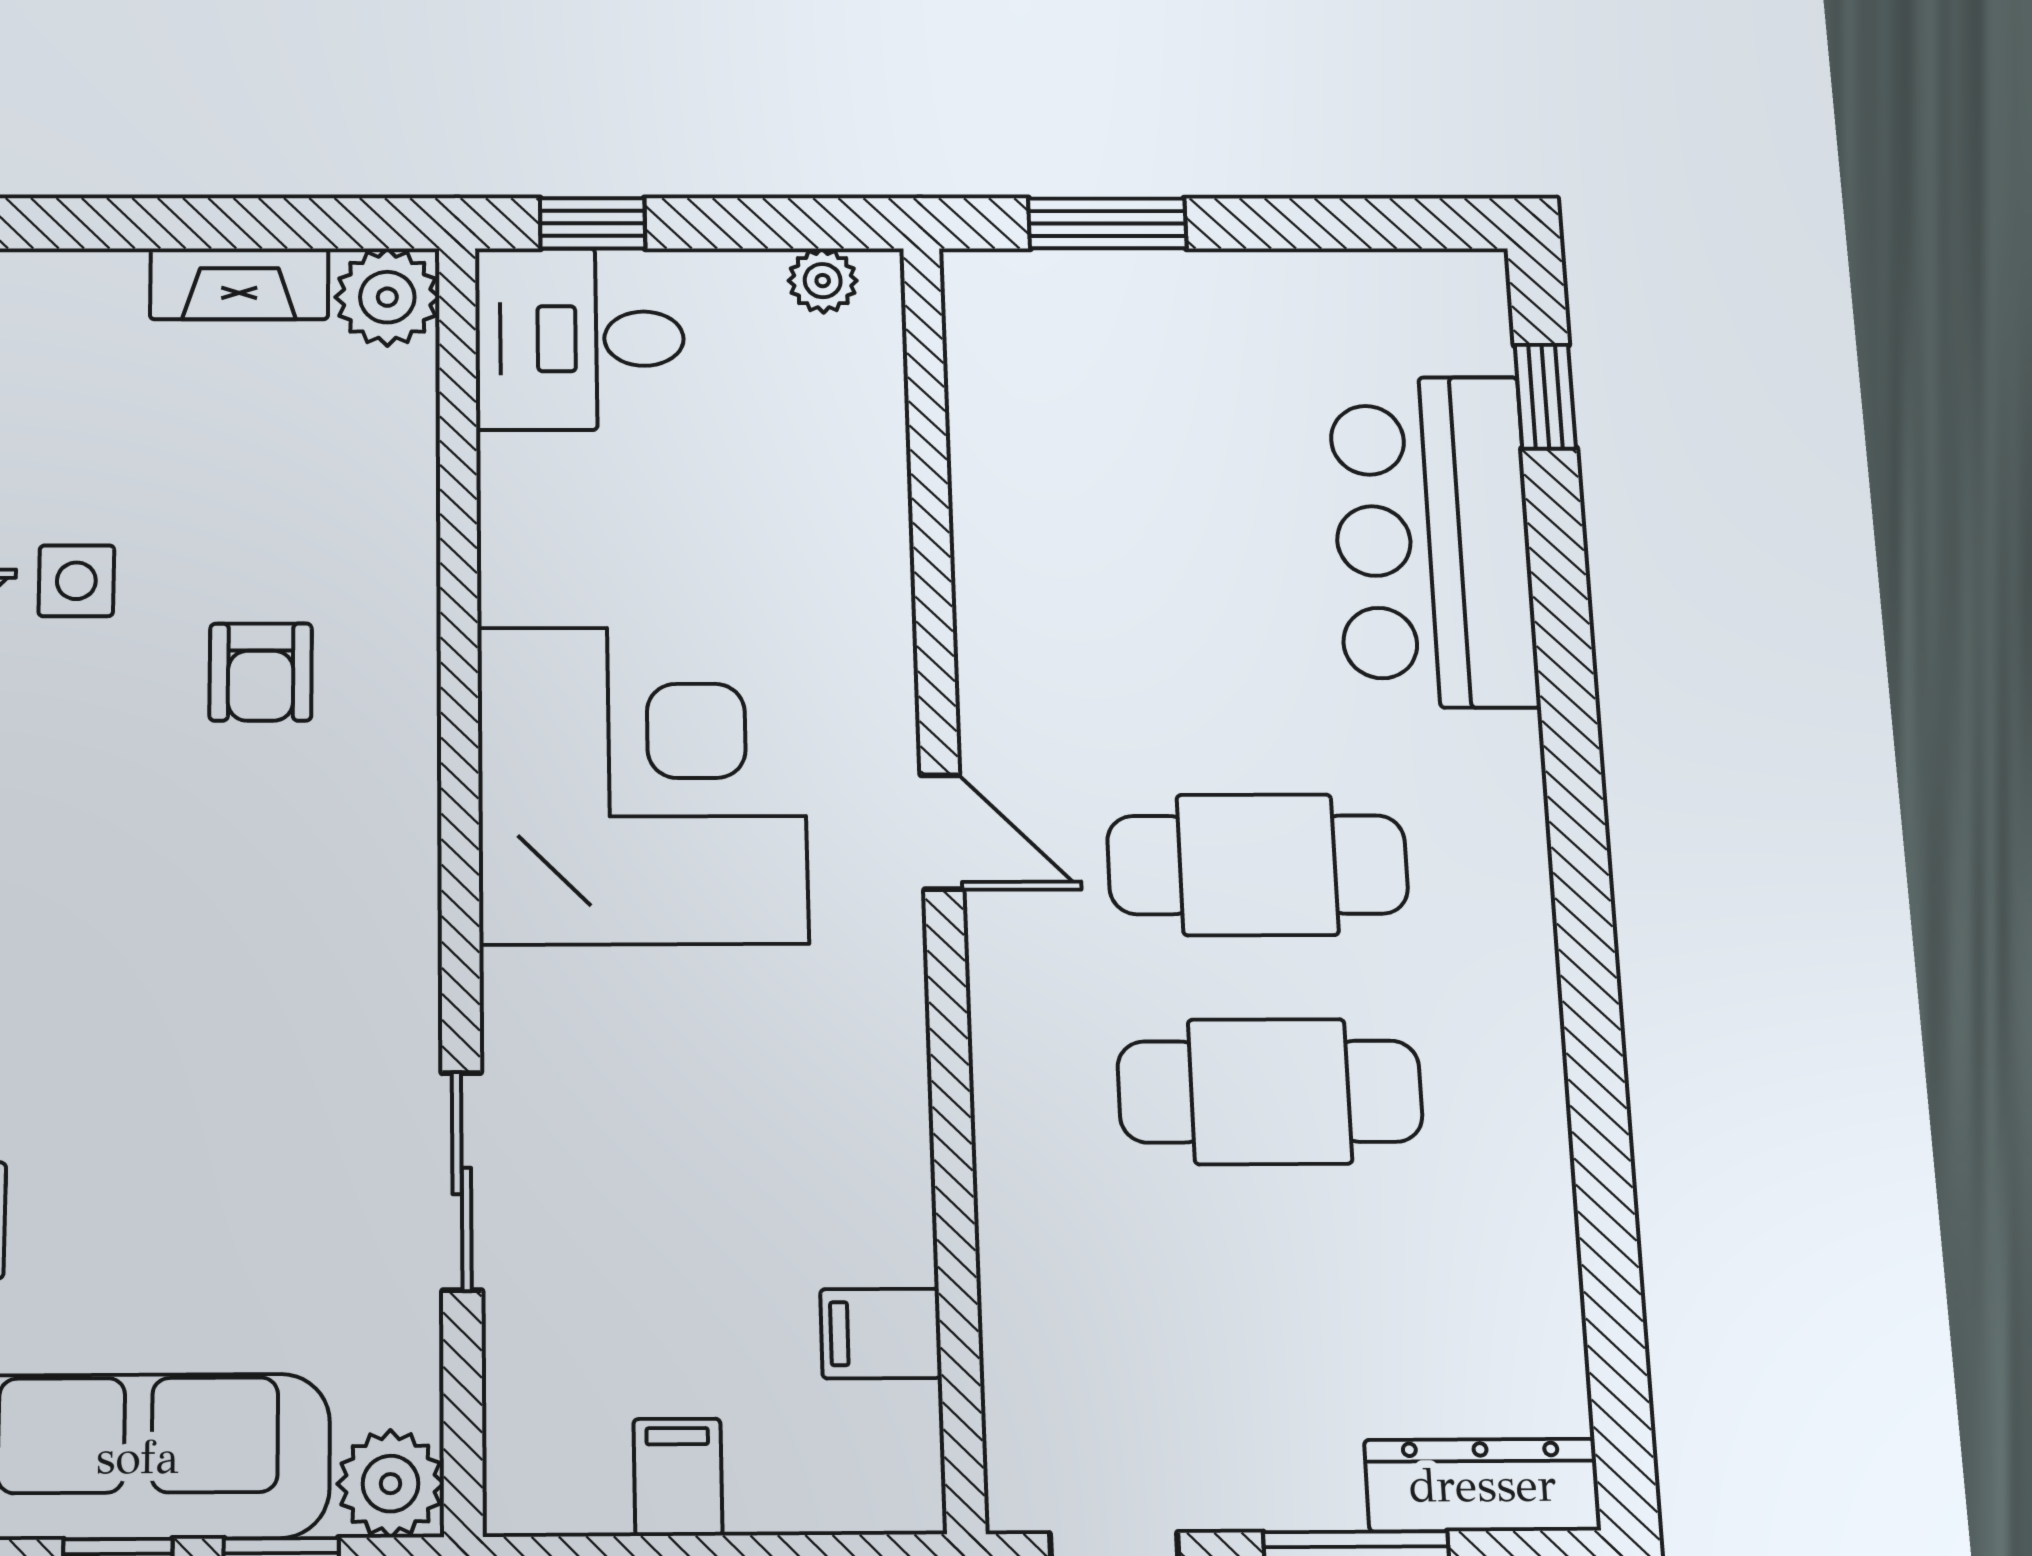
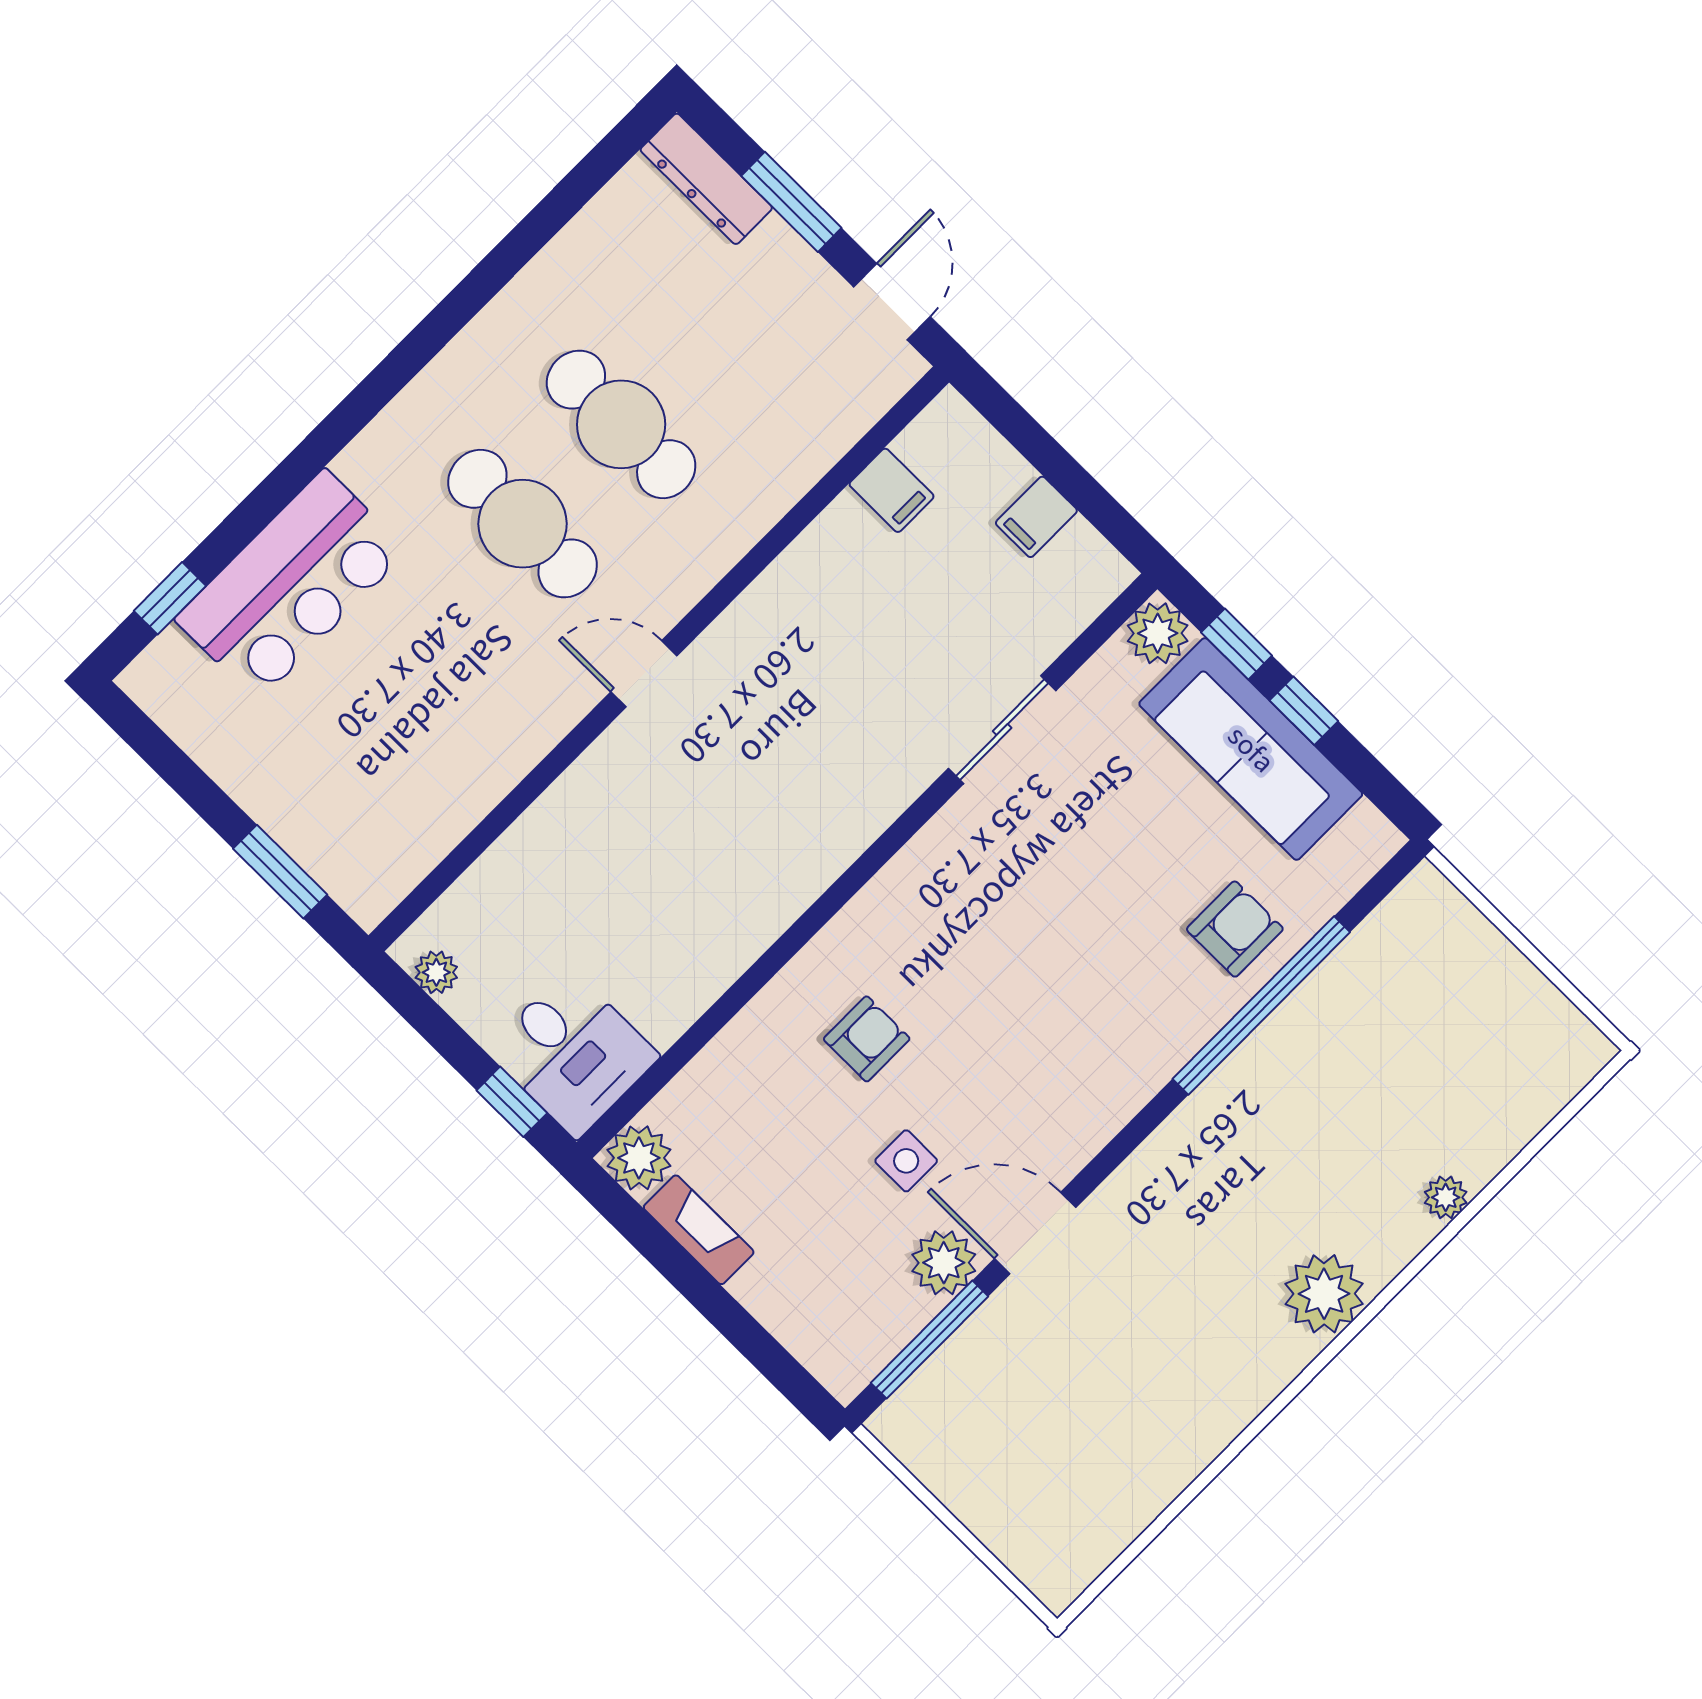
corner desk: (642, 785) -> (752, 824), removed
door: (942, 832) -> (644, 674), hinge flipped

